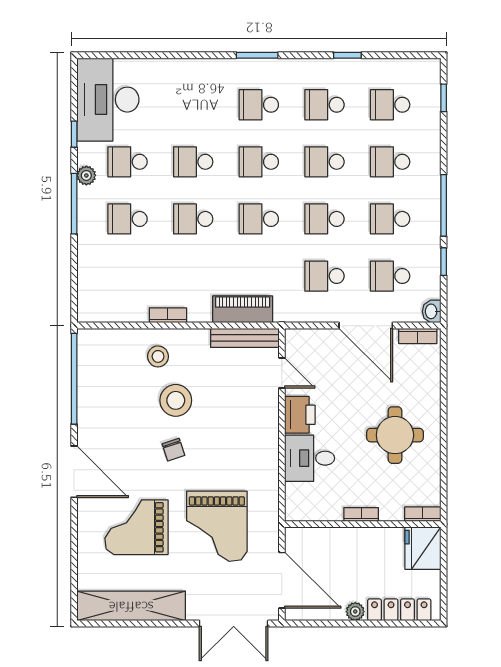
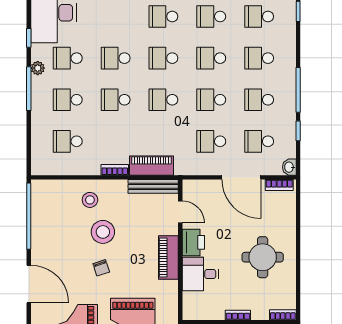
school desk: (128, 276) -> (68, 141), added
bookcase: (168, 315) -> (115, 170), moved
piano: (266, 435) -> (168, 257), added

